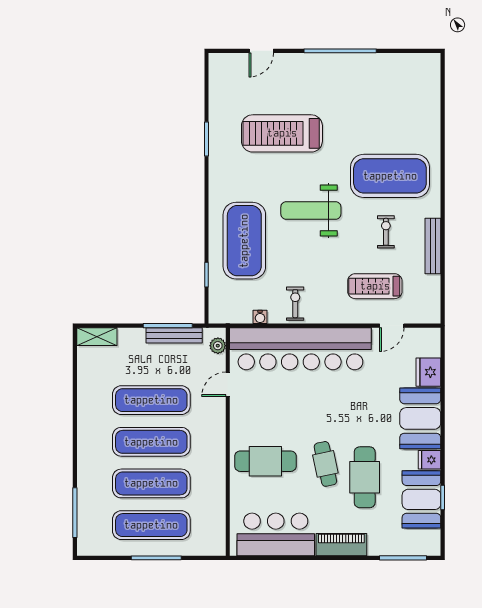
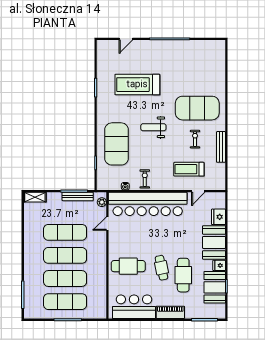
weight bench: (311, 210) -> (153, 127), width x0.73, depth x0.75

